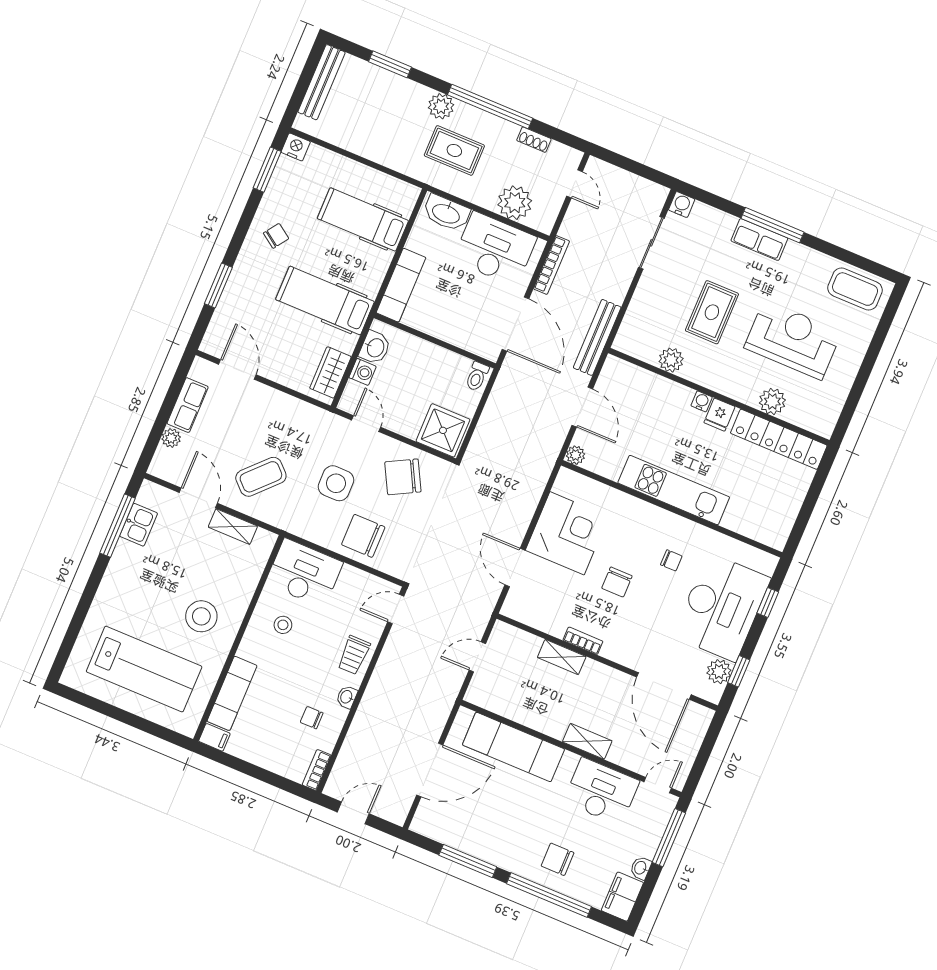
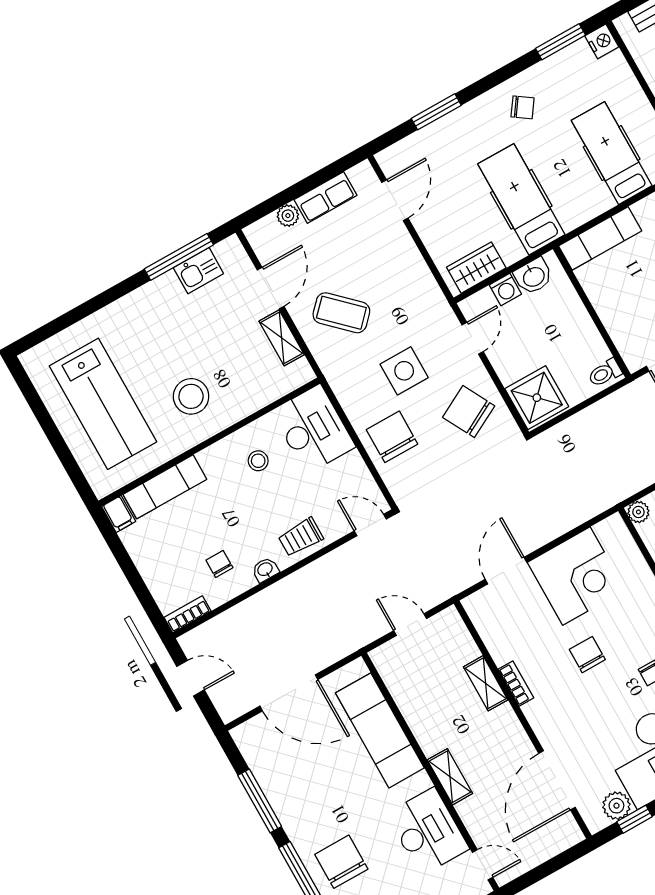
chair: (617, 582) -> (587, 655), turned 90
chair: (558, 859) -> (341, 862), width x1.37, depth x1.37

